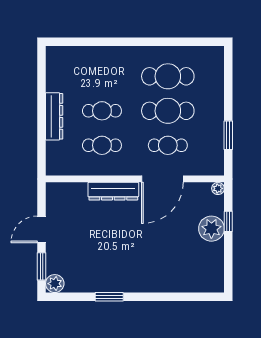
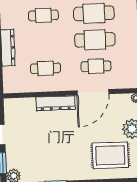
cafe table: (102, 111) -> (43, 15), moved
rug: (182, 262) -> (110, 155), added

